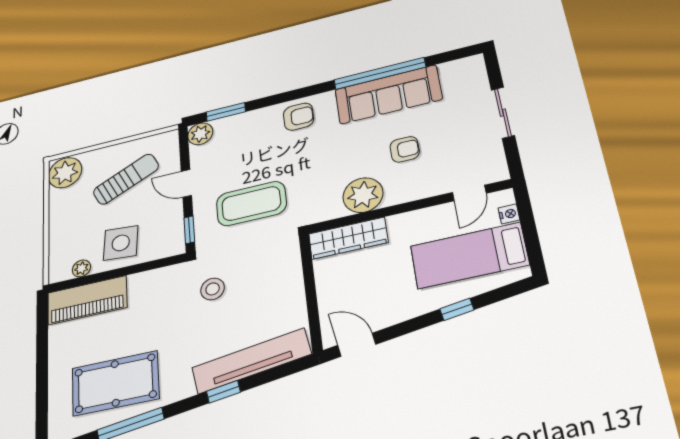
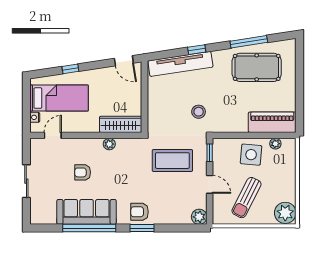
window: (226, 112) -> (142, 228), moved
sun lounger: (126, 179) -> (247, 198), turned -38
plant: (363, 195) -> (109, 144), width x0.53, depth x0.53

